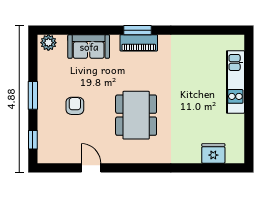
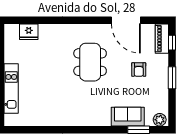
window: (137, 30) -> (139, 130), moved
piano: (139, 43) -> (162, 39), moved, turned -90
door: (91, 168) -> (126, 20), width x1.87

